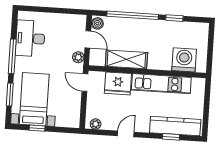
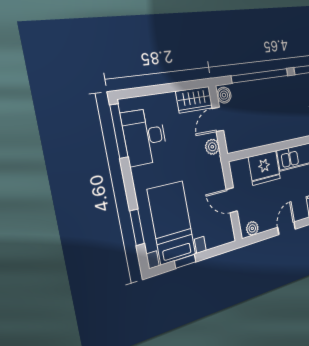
wardrobe: (73, 22) -> (194, 100), added
door: (88, 39) -> (218, 119), swing flipped
window: (12, 56) -> (119, 131), moved
shelving: (126, 59) -> (266, 134), removed
door: (85, 83) -> (232, 200), moved

